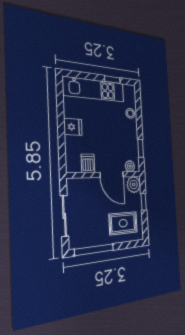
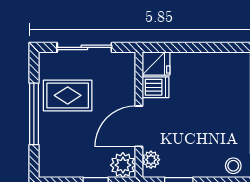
fridge: (73, 127) -> (156, 63), moved, turned -90
rug: (123, 223) -> (68, 95), moved, turned 90
window: (94, 250) -> (34, 114), moved

